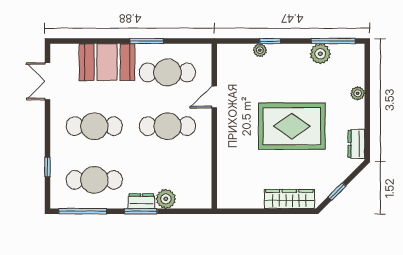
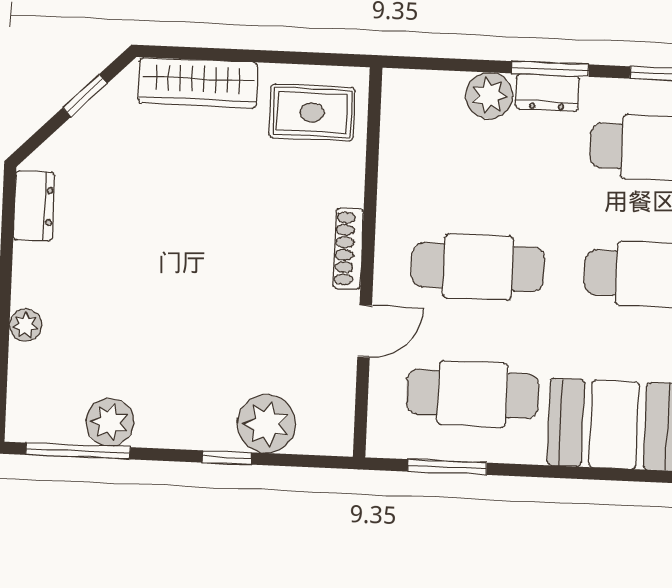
window: (147, 41) -> (447, 467), moved
plant: (260, 50) -> (266, 424), width x1.88, depth x1.88
rug: (292, 126) -> (312, 113), moved, width x0.54, depth x0.49
shoe rack: (223, 132) -> (348, 249), added

